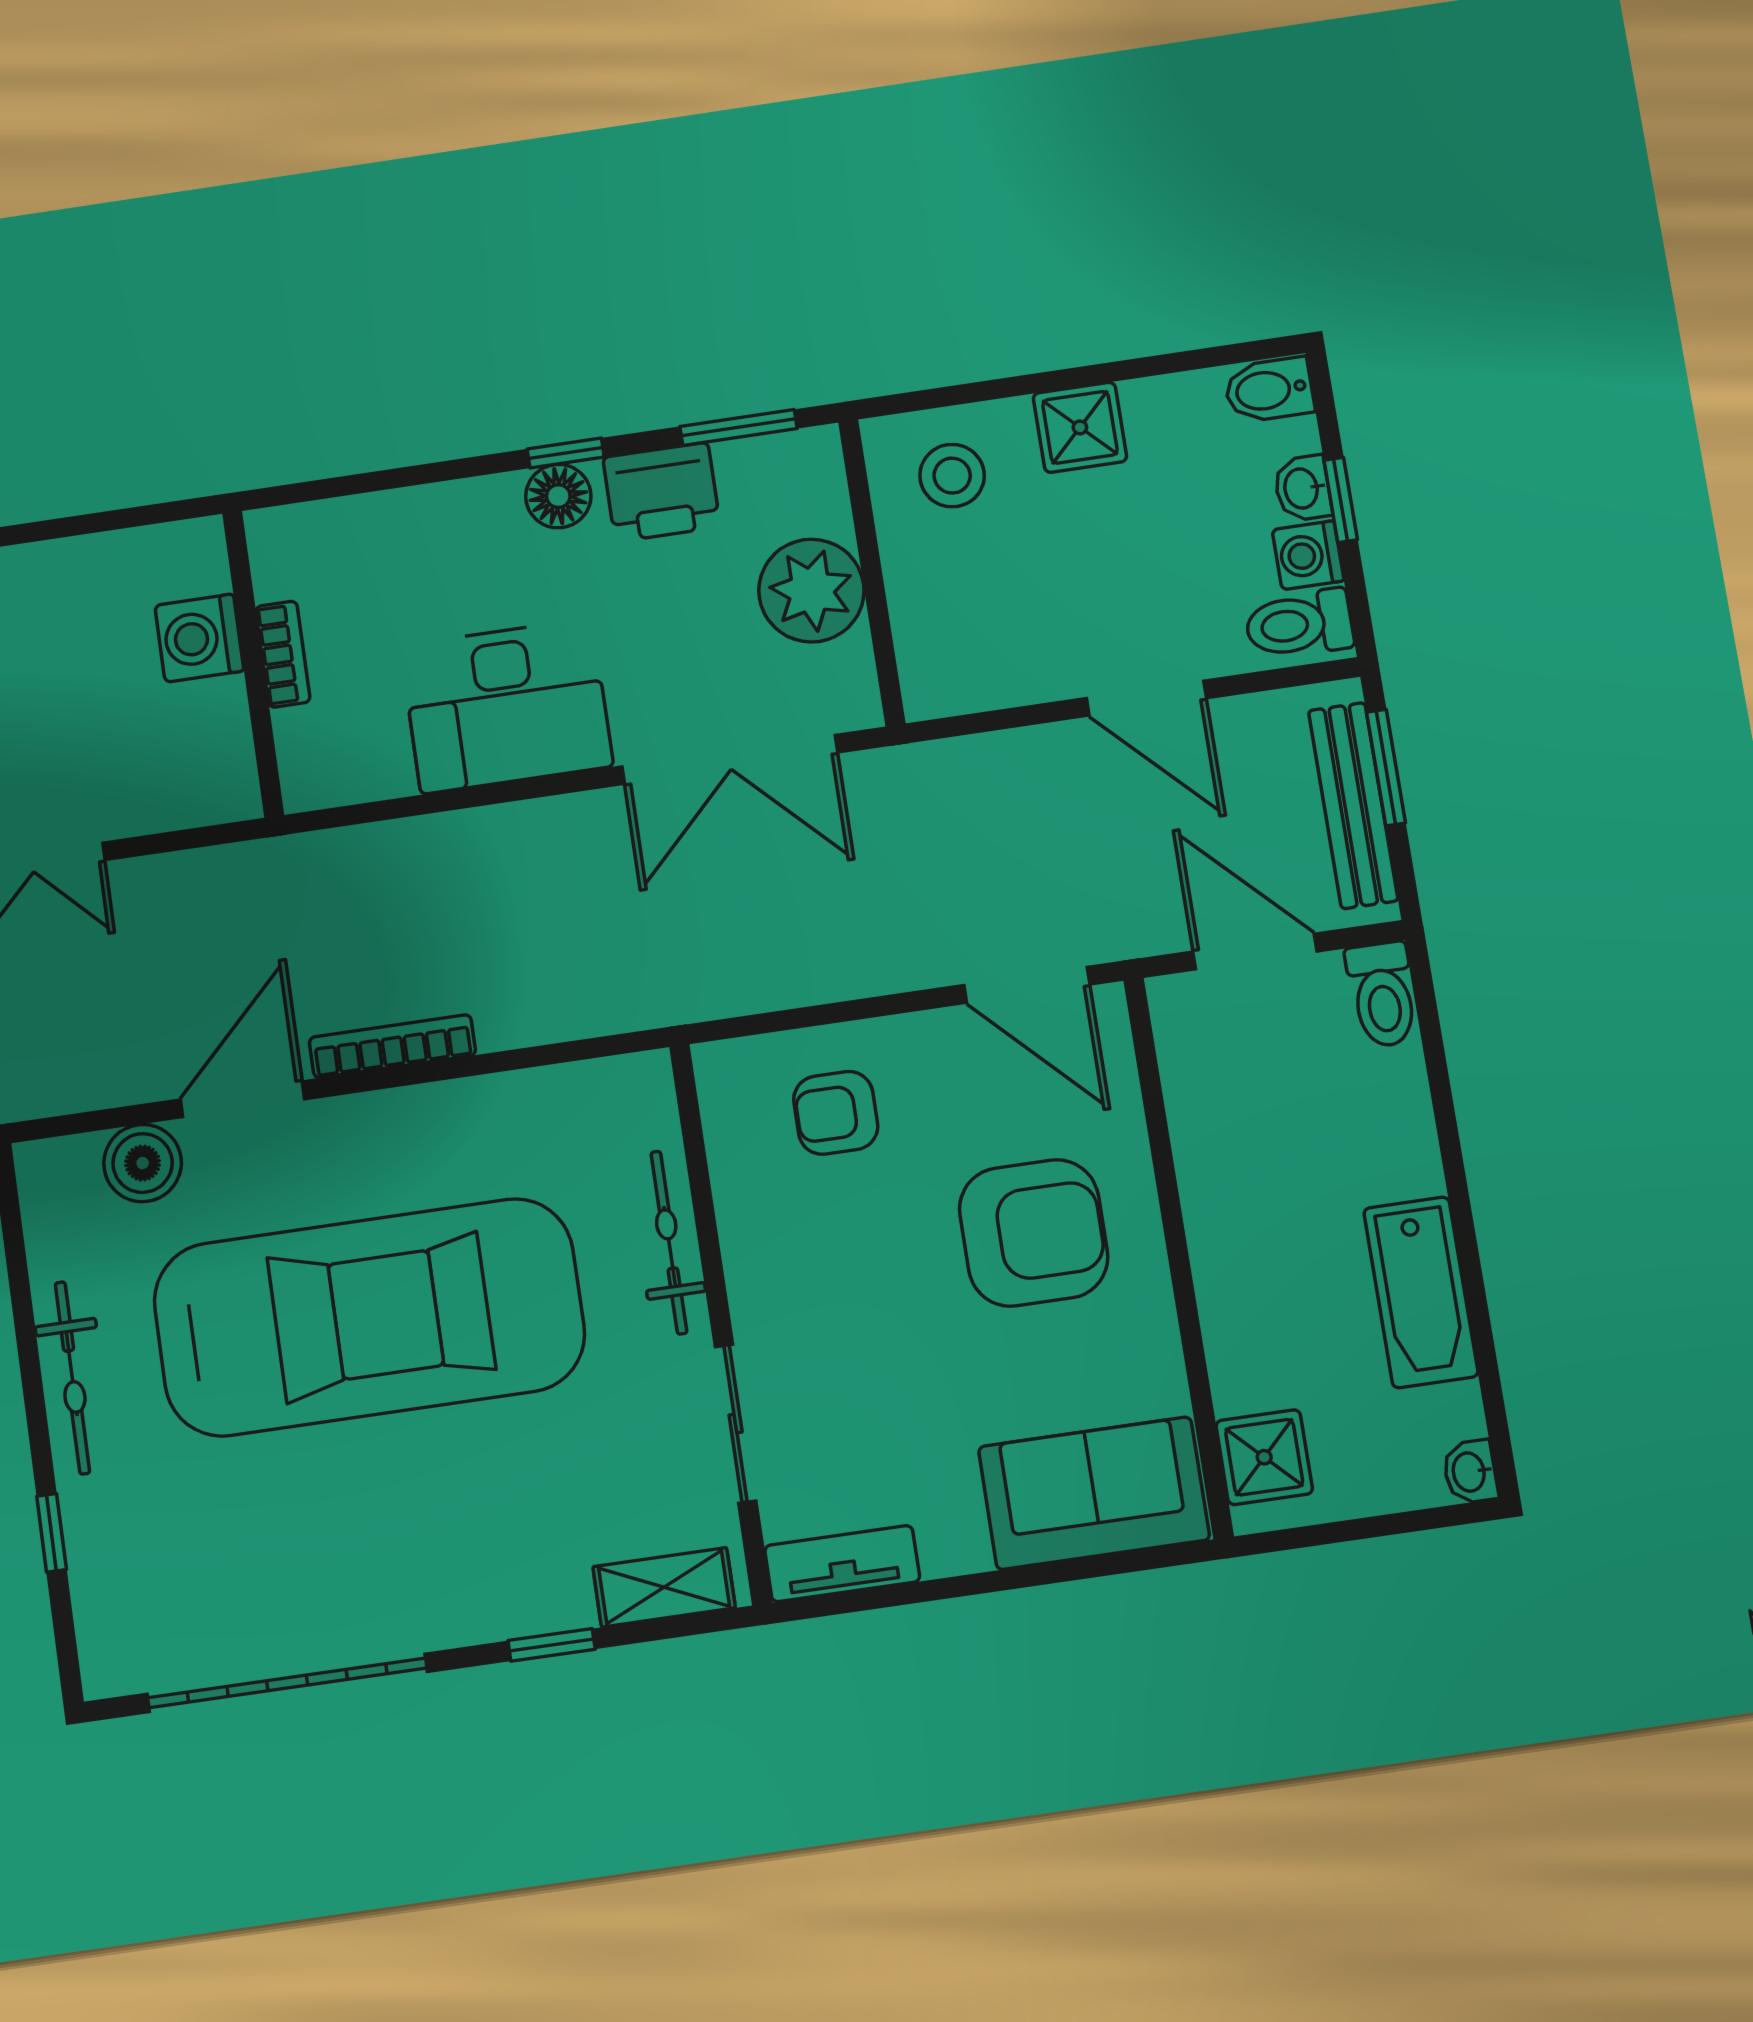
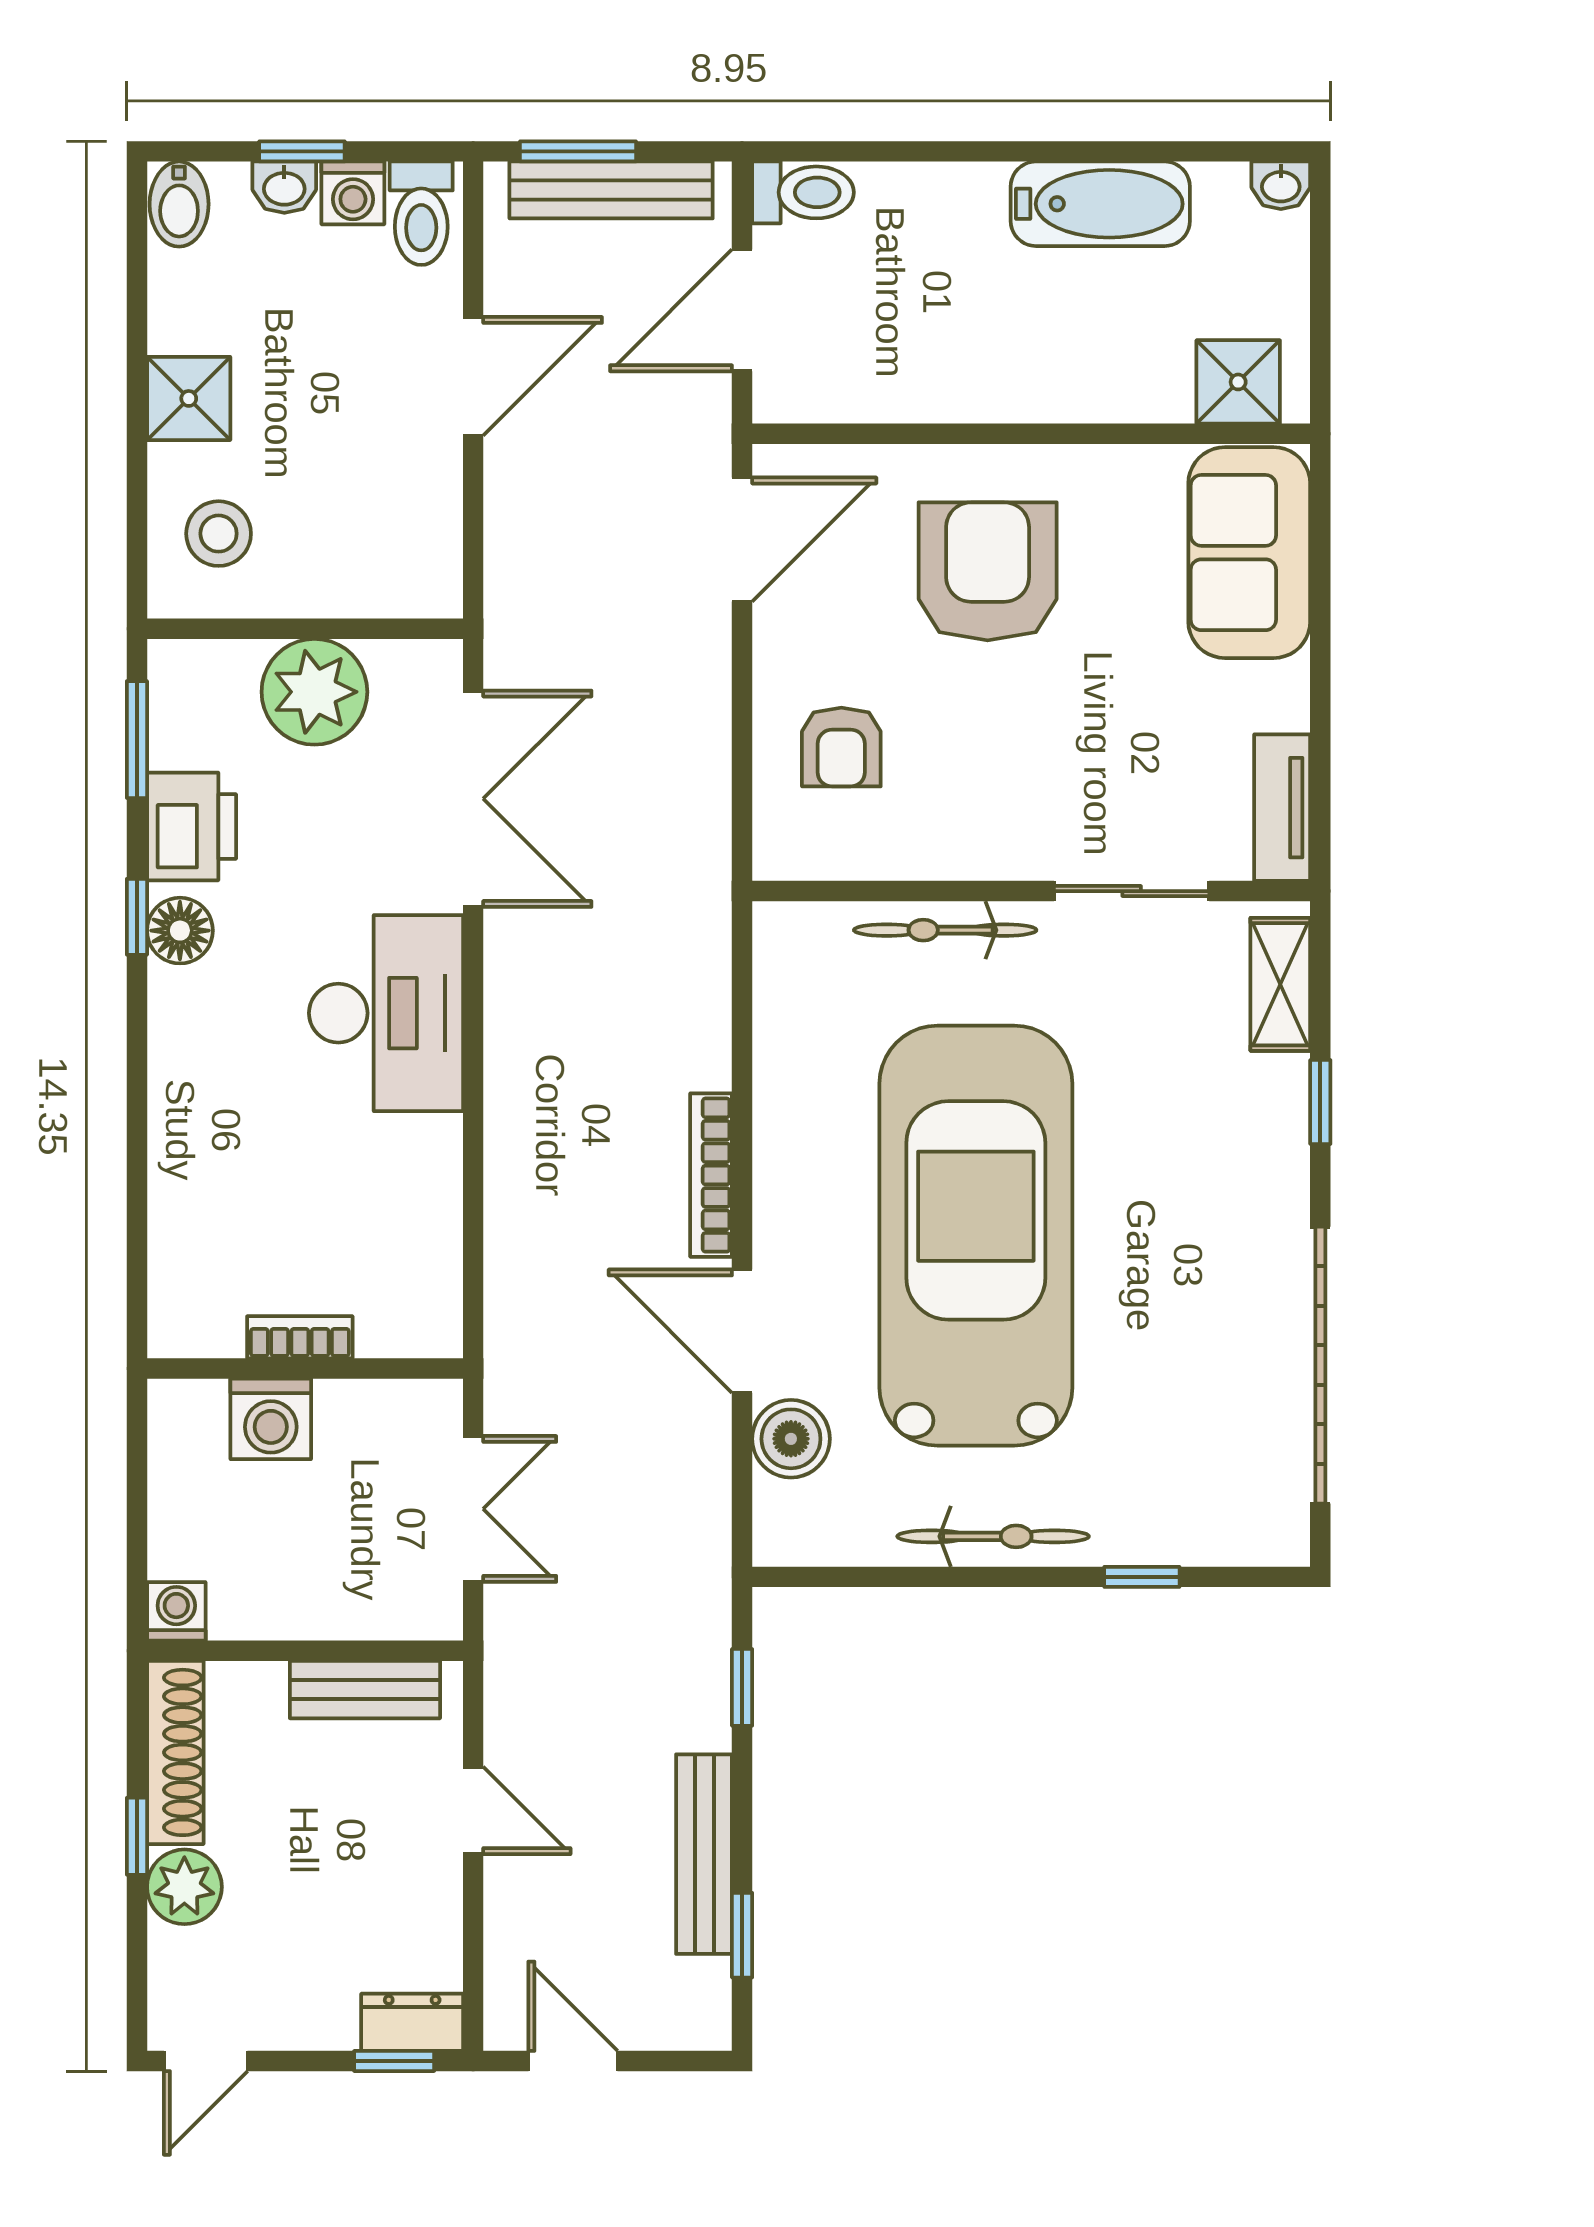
washing machine: (199, 638) -> (271, 1419), moved
bookcase: (283, 654) -> (300, 1337), moved
wall: (253, 664) -> (305, 1368), moved

